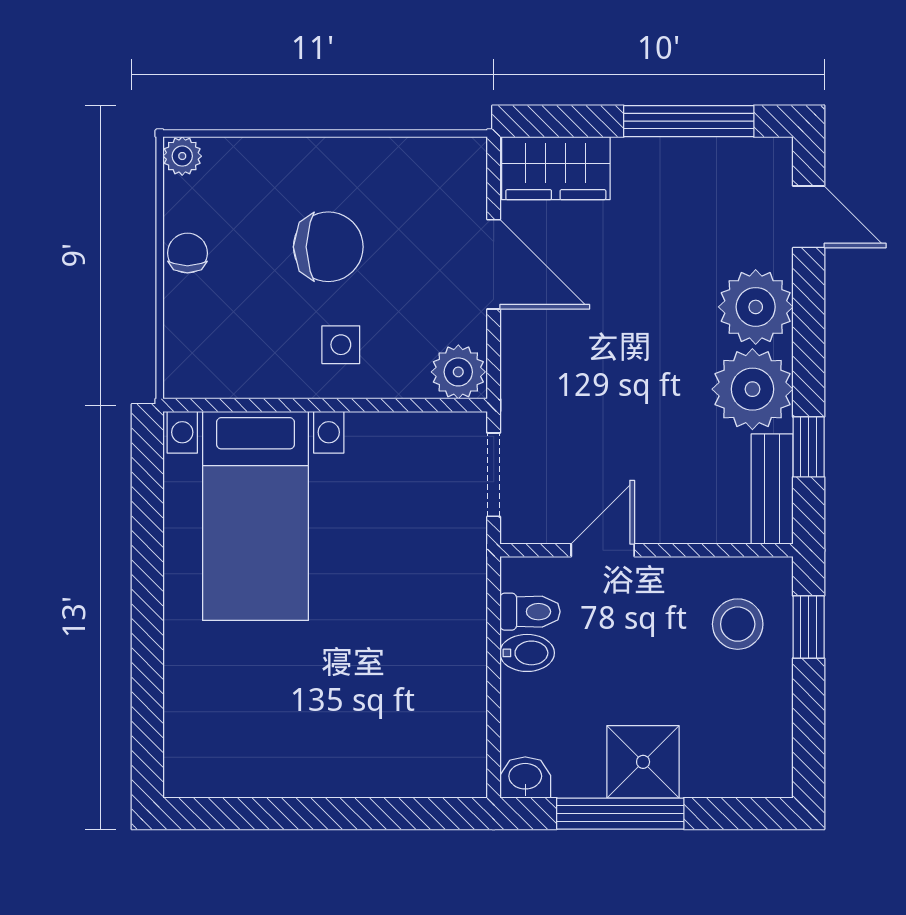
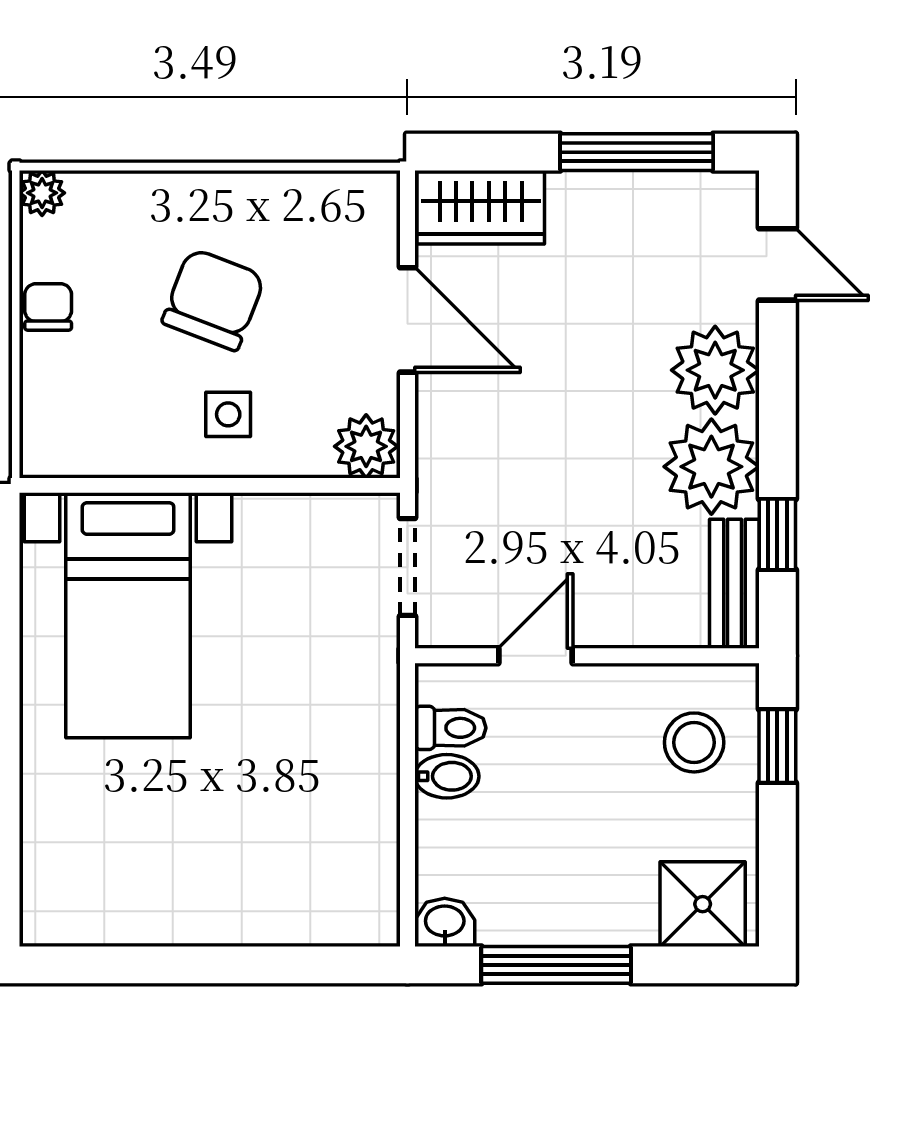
chair: (328, 247) -> (213, 299), turned -69
shower: (643, 762) -> (703, 904), moved

